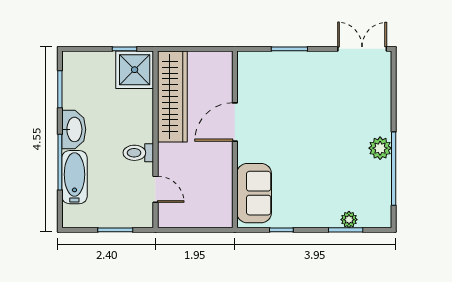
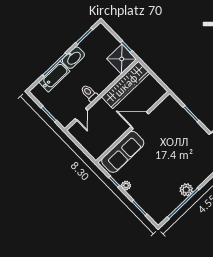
sofa: (254, 193) -> (123, 152), width x1.36
plant: (349, 220) -> (126, 186), moved

